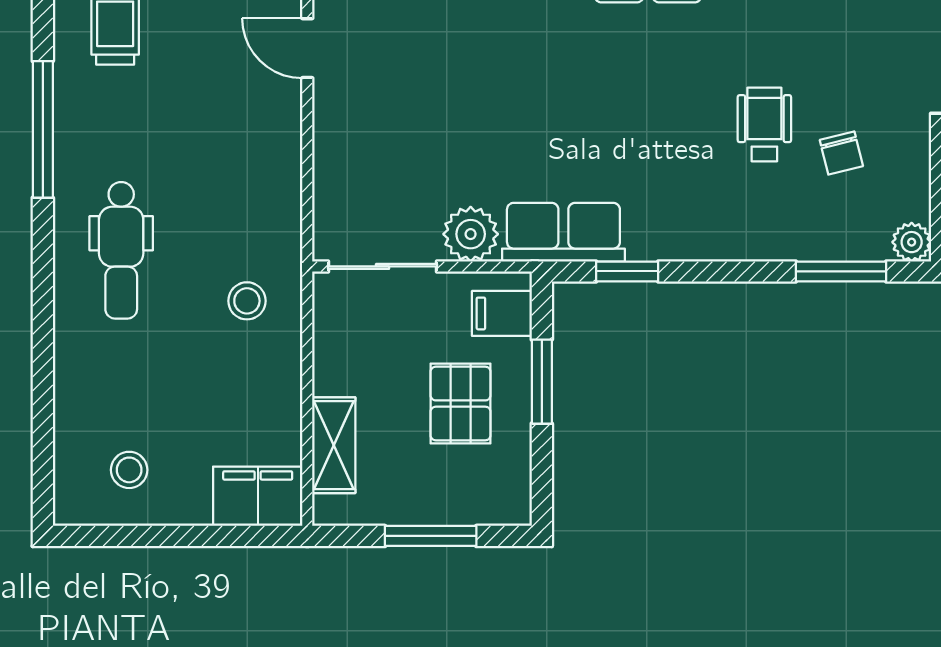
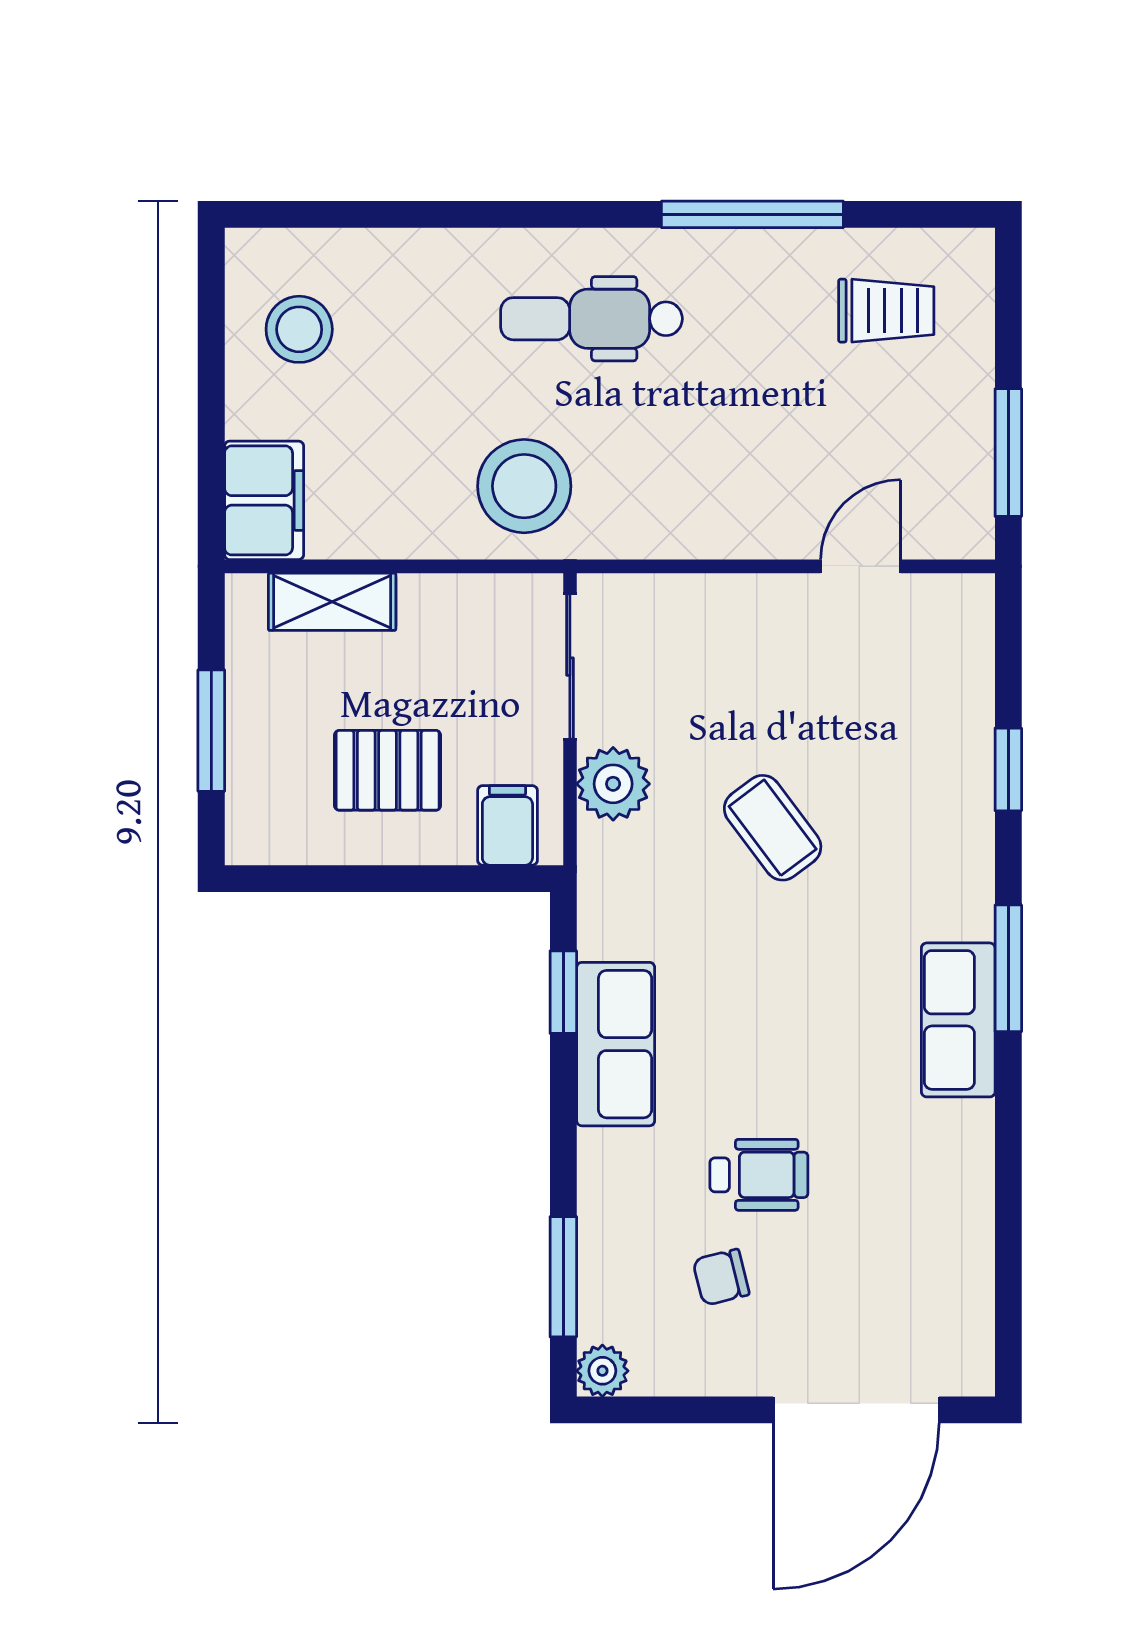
coffee table: (504, 114) -> (773, 828), added
row of seats: (563, 232) -> (616, 1044), moved
stool: (247, 301) -> (524, 486), width x1.89, depth x1.89
window: (542, 382) -> (417, 879), removed
stool: (129, 470) -> (299, 329), width x1.37, depth x1.37

